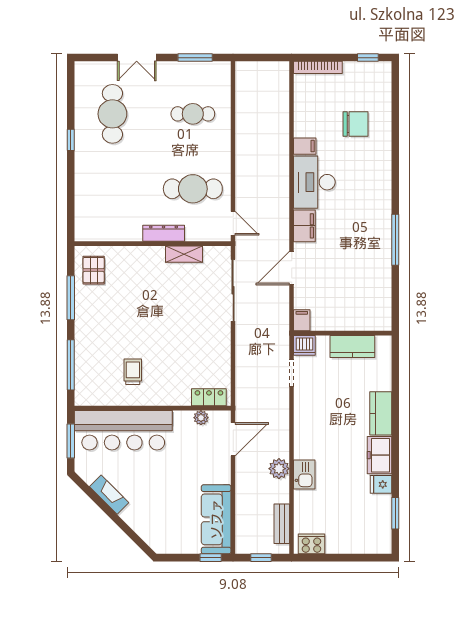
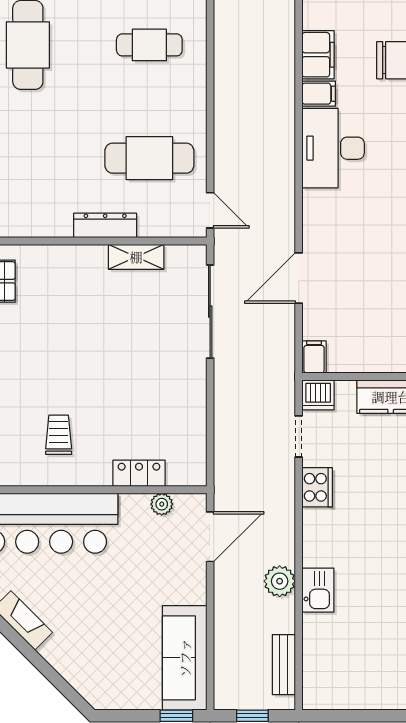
filing cabinet: (304, 226) -> (318, 55), moved
locker: (209, 397) -> (139, 473), moved
cooker: (311, 544) -> (317, 487), moved, turned 90

